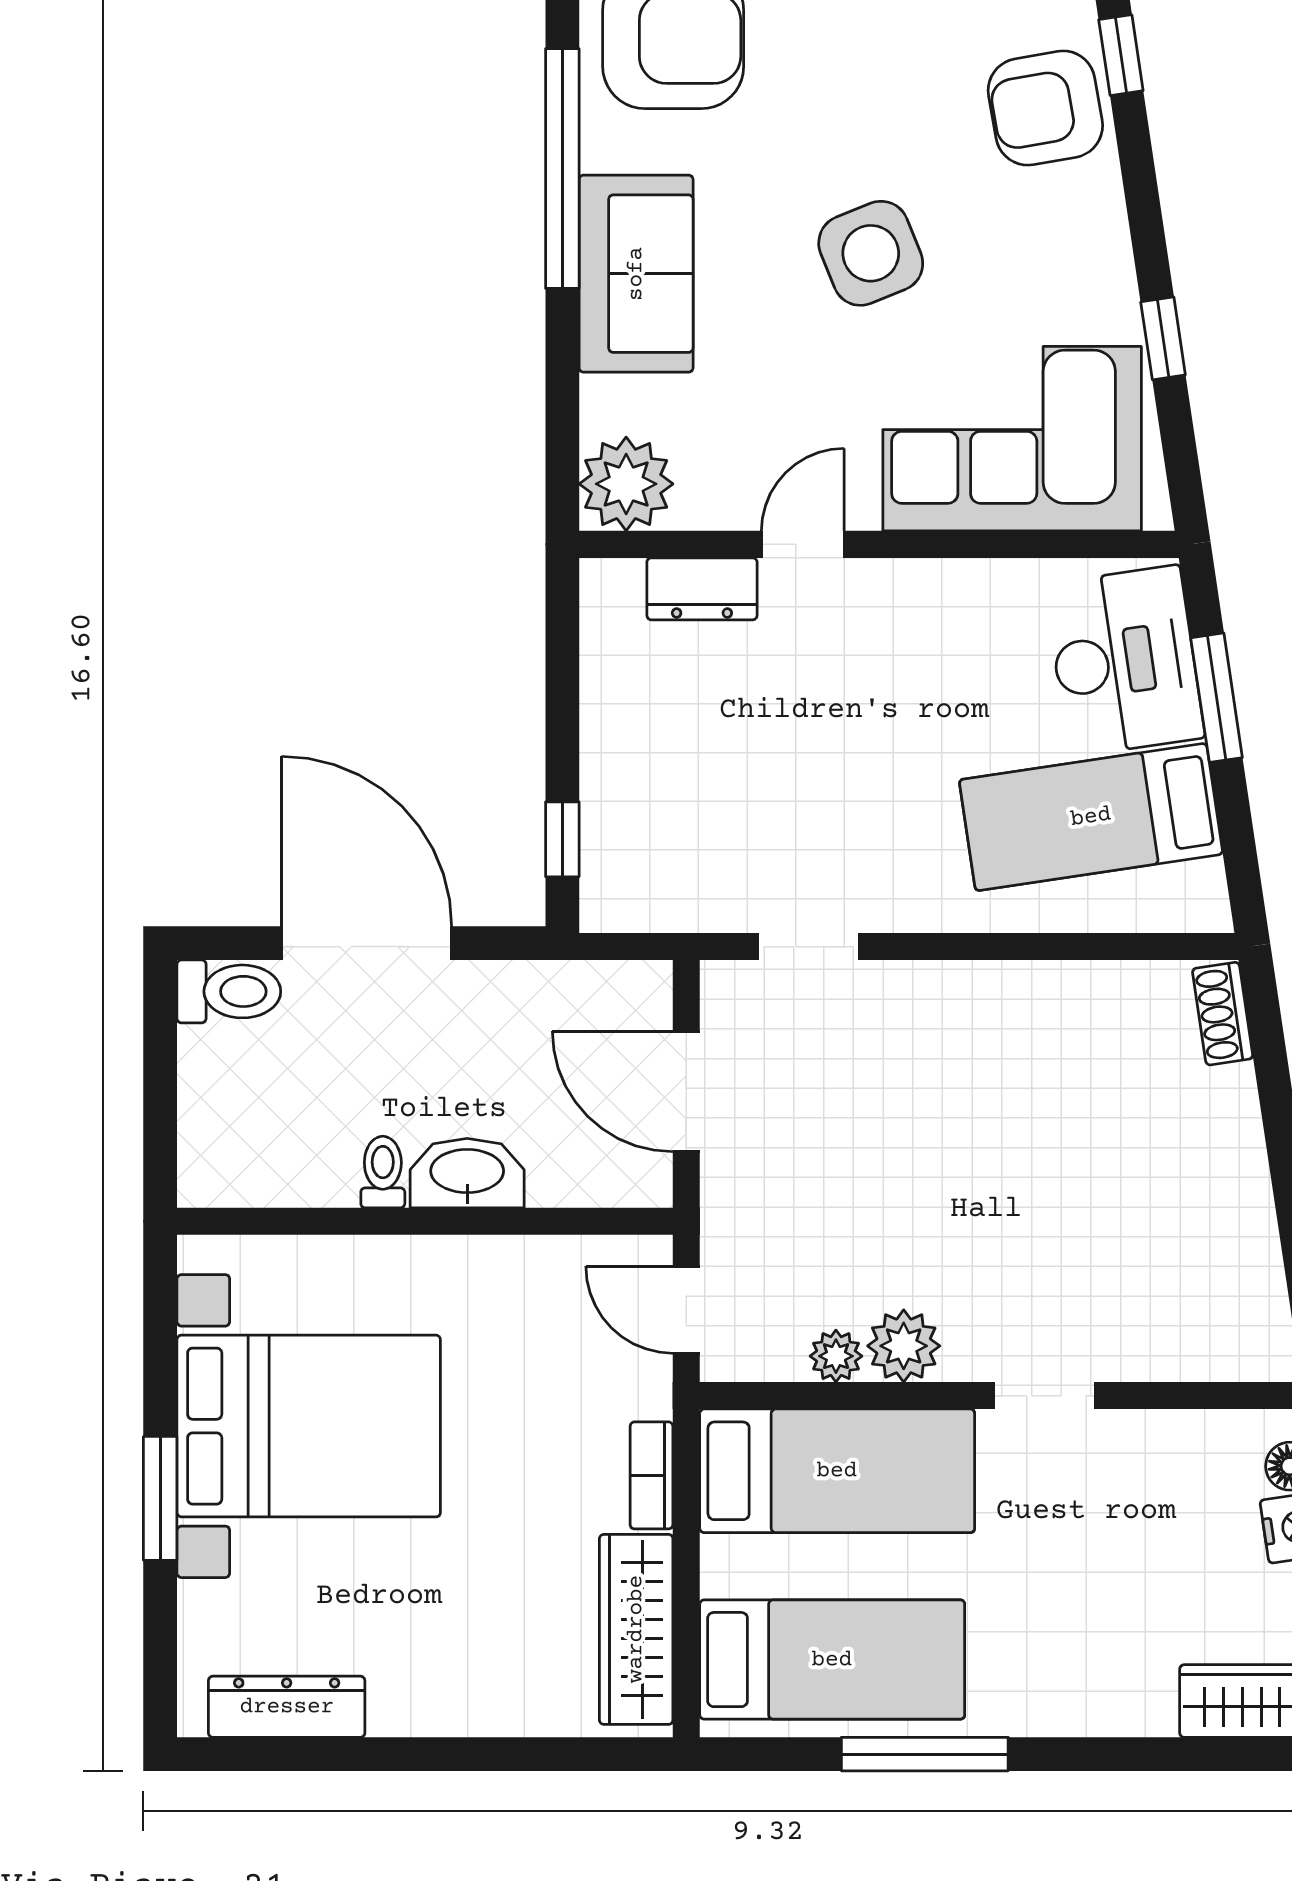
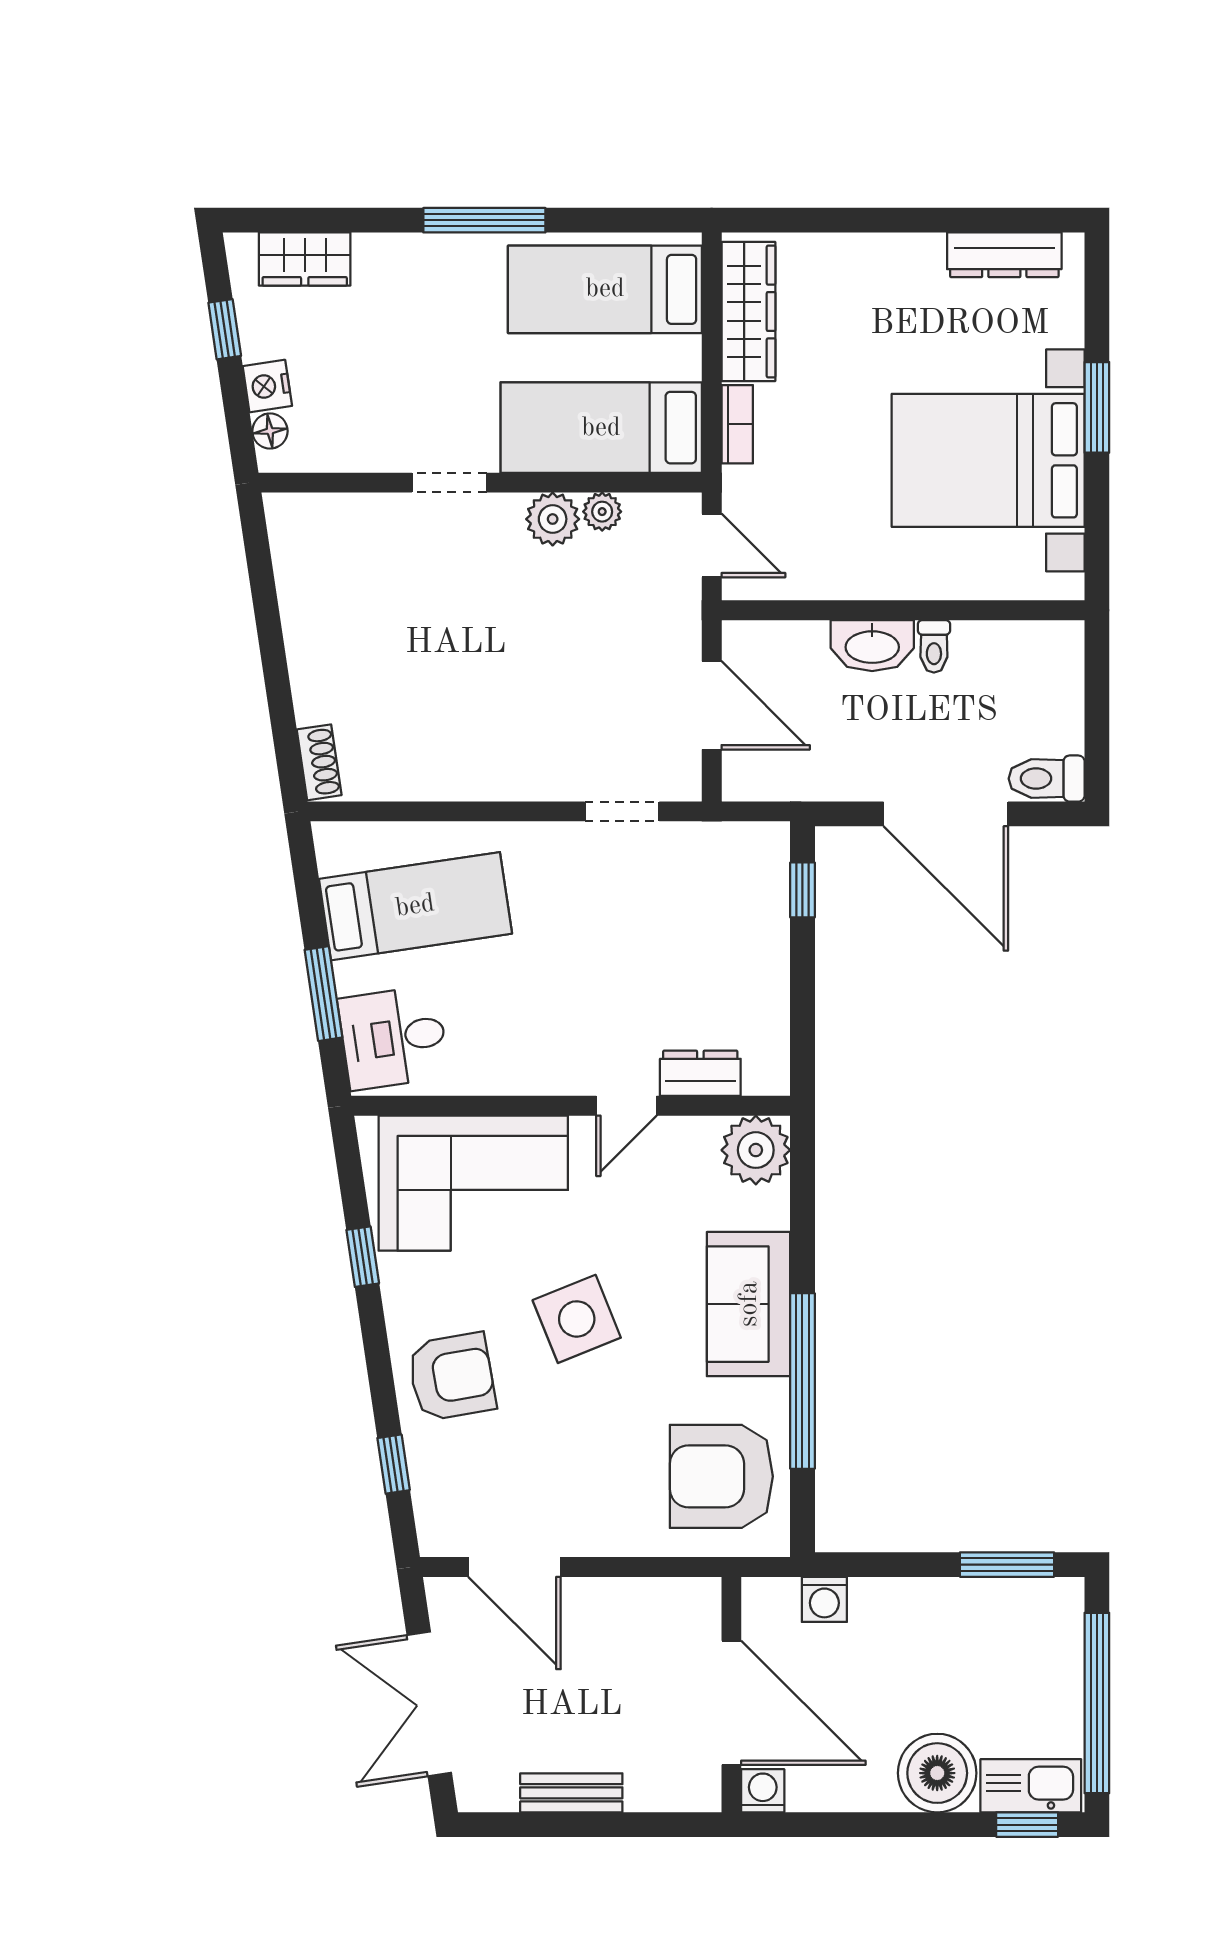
armchair: (1045, 108) -> (452, 1377), moved
desk: (1124, 661) -> (394, 1038), width x0.73
window: (925, 1754) -> (484, 220), moved

